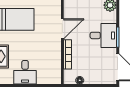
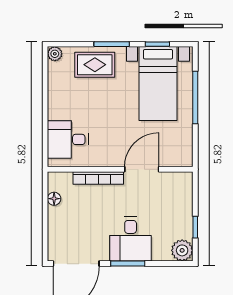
door: (62, 29) -> (142, 169), swing flipped
desk: (25, 72) -> (68, 139), moved

